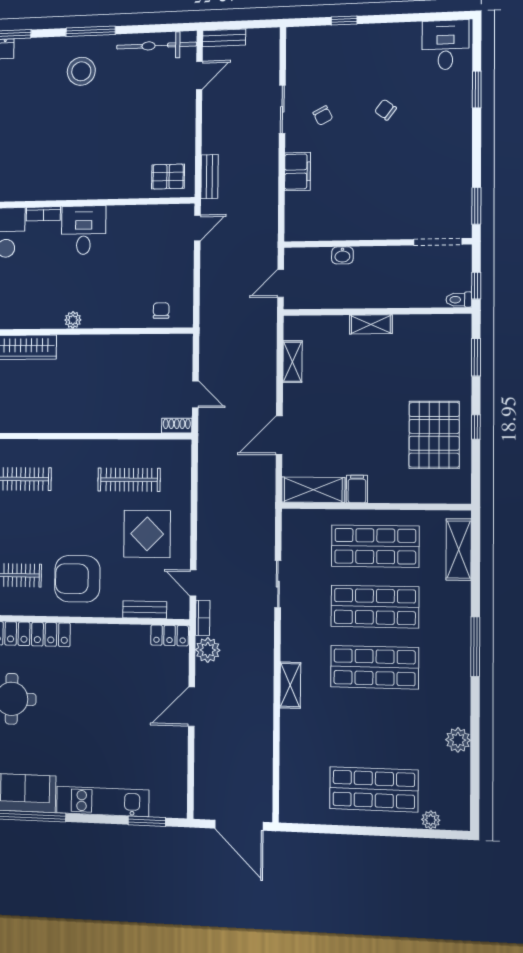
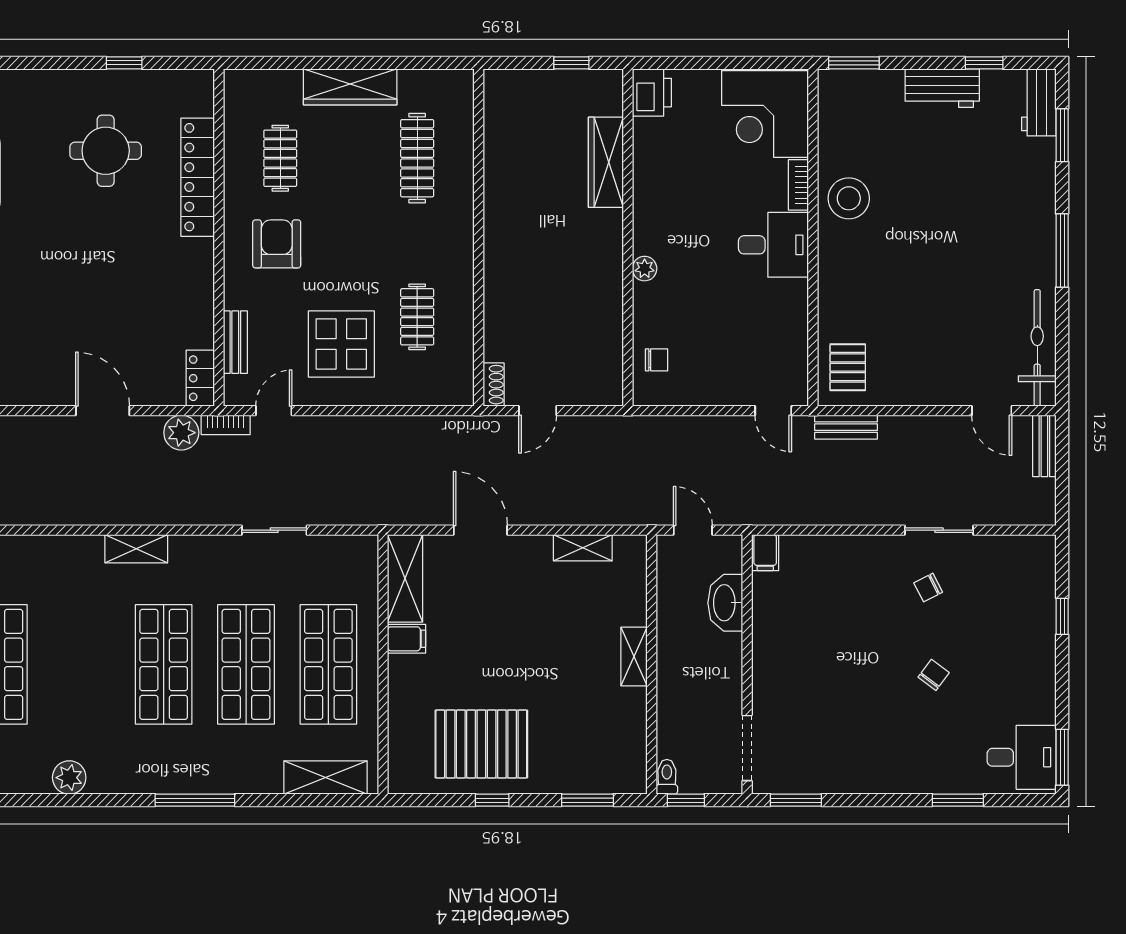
window: (446, 16) -> (1062, 757), added
stool: (81, 71) -> (849, 198), moved
filing cabinet: (298, 172) -> (765, 553), moved, width x0.50
washbasin: (342, 255) -> (725, 603), width x1.91, depth x1.45
plant: (73, 320) -> (645, 269), moved
clothes rail: (129, 480) -> (417, 317), width x0.73
armchair: (77, 579) -> (277, 244), width x0.73, depth x0.73

